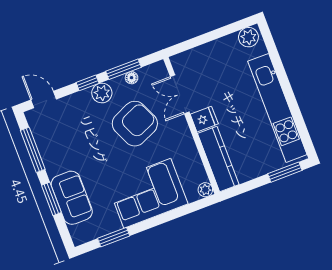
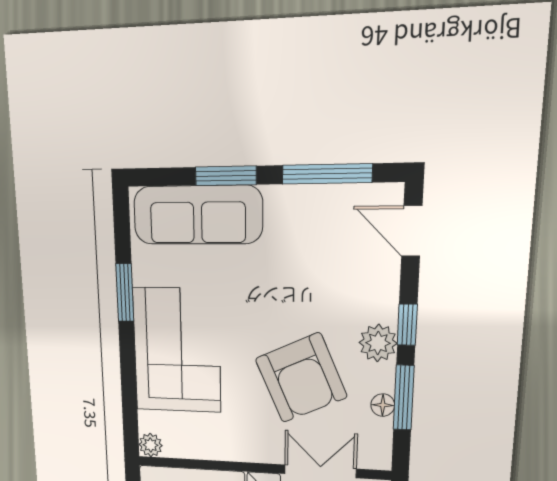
door: (44, 100) -> (412, 231), swing flipped
sofa: (72, 198) -> (198, 215), width x1.36
window: (114, 237) -> (125, 293), moved

